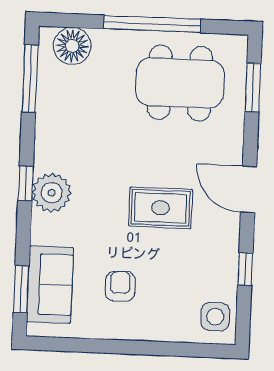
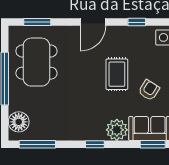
plant: (51, 193) -> (117, 130), moved
rug: (161, 208) -> (117, 74), moved
armchair: (120, 286) -> (149, 90), turned 122

